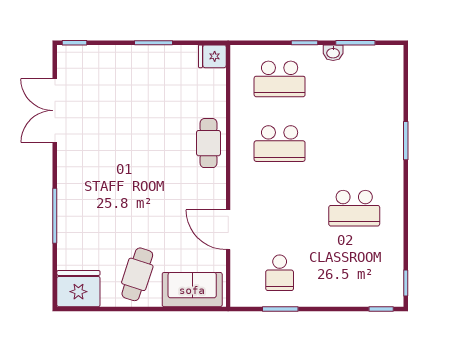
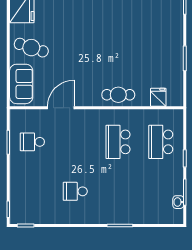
washbasin: (333, 53) -> (178, 202), moved
fridge: (212, 56) -> (158, 97), moved
school desk: (354, 208) -> (75, 191), width x0.54

